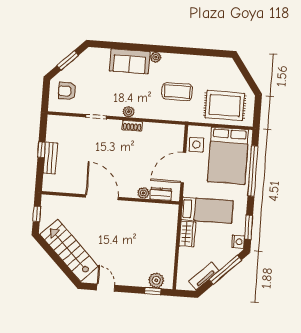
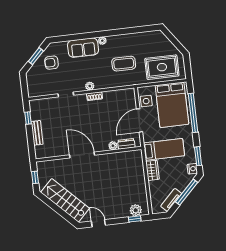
armchair: (67, 91) -> (52, 63), moved
window: (42, 150) -> (28, 118), moved

